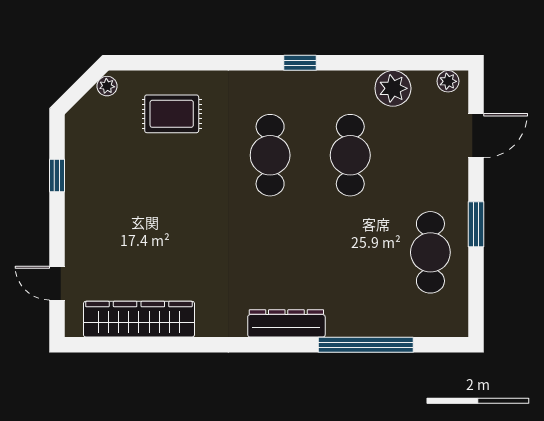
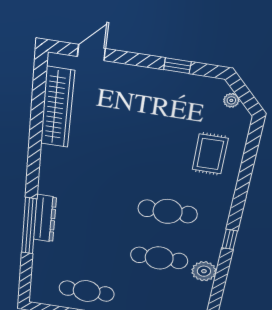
plant: (107, 86) -> (231, 100), moved
plant: (393, 88) -> (204, 271), moved
dresser: (286, 323) -> (45, 218), moved
window: (366, 345) -> (29, 226), moved

